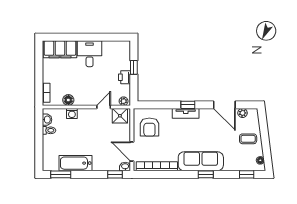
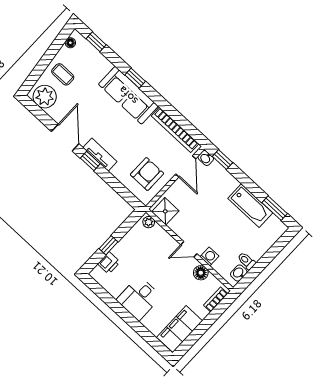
filing cabinet: (60, 49) -> (179, 329), moved, turned -90
printer: (125, 77) -> (109, 263), moved
door: (224, 105) -> (65, 138), moved
door: (104, 107) -> (189, 249), moved
plant: (243, 113) -> (45, 97), width x1.87, depth x1.87

